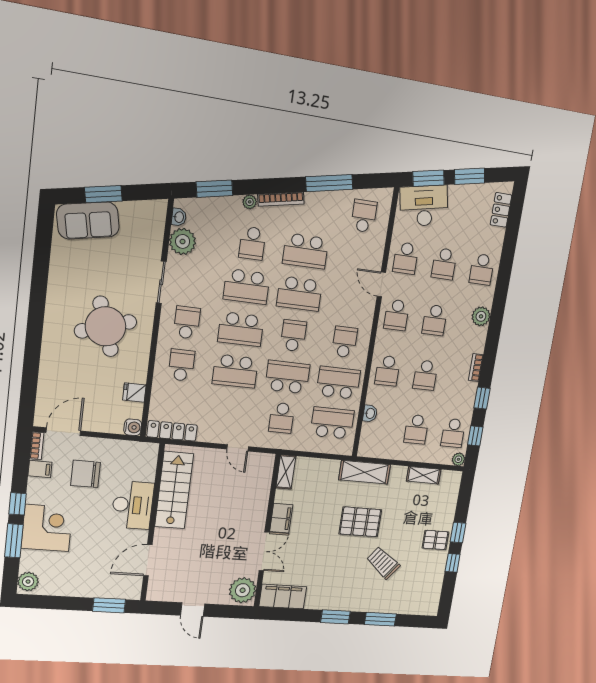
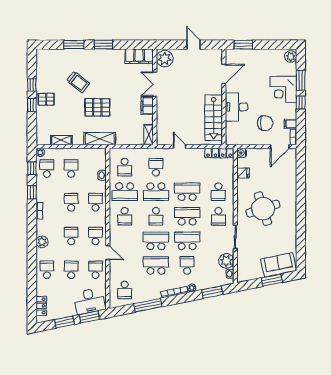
school desk: (332, 423) -> (125, 167), width x0.54

